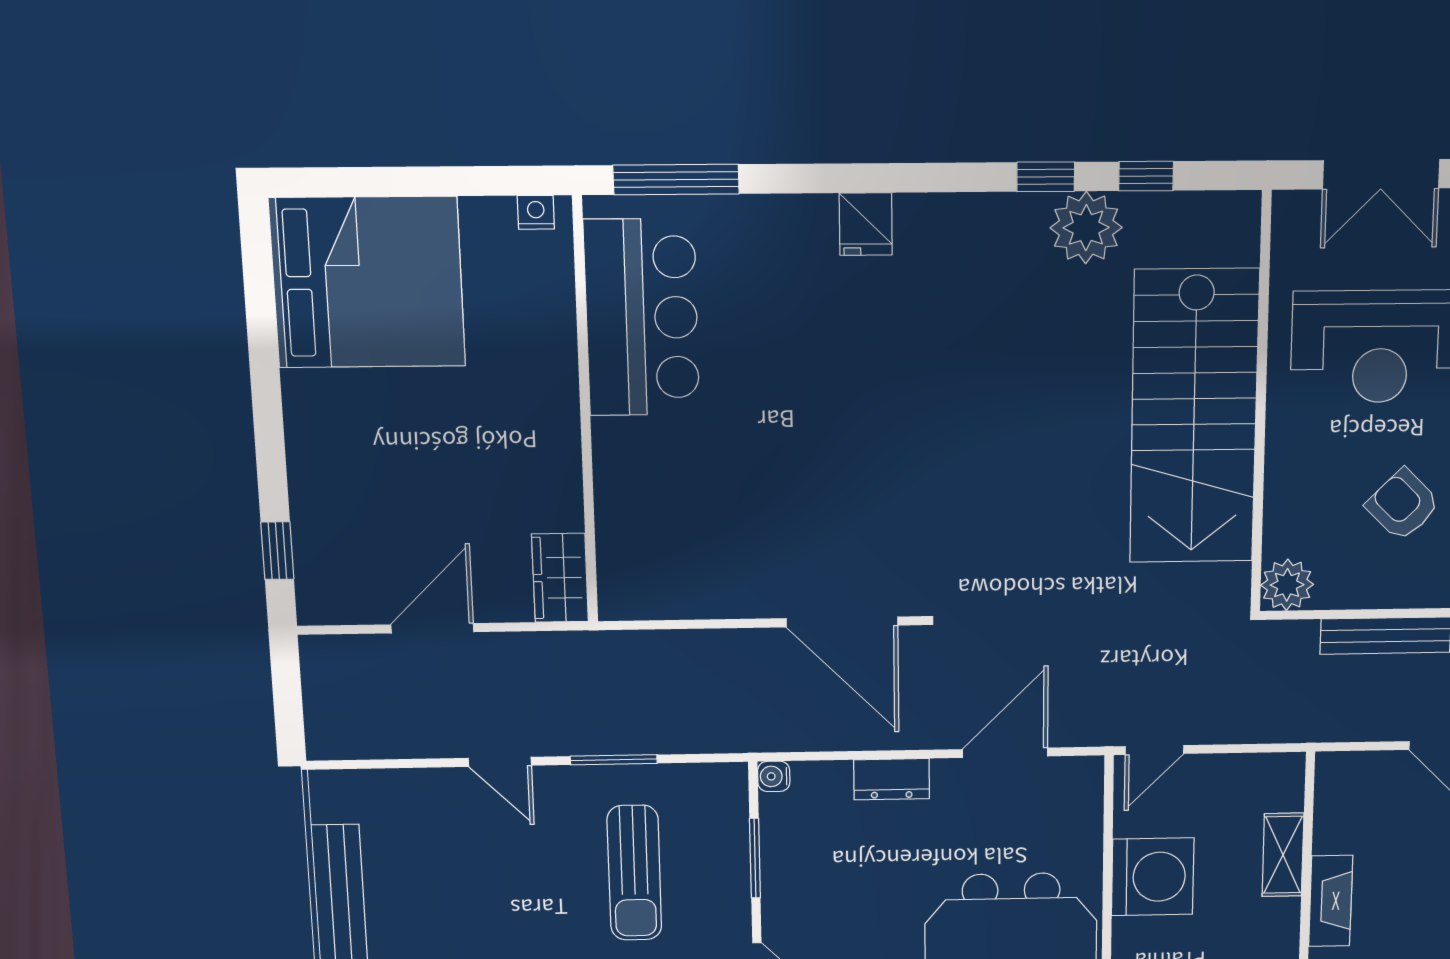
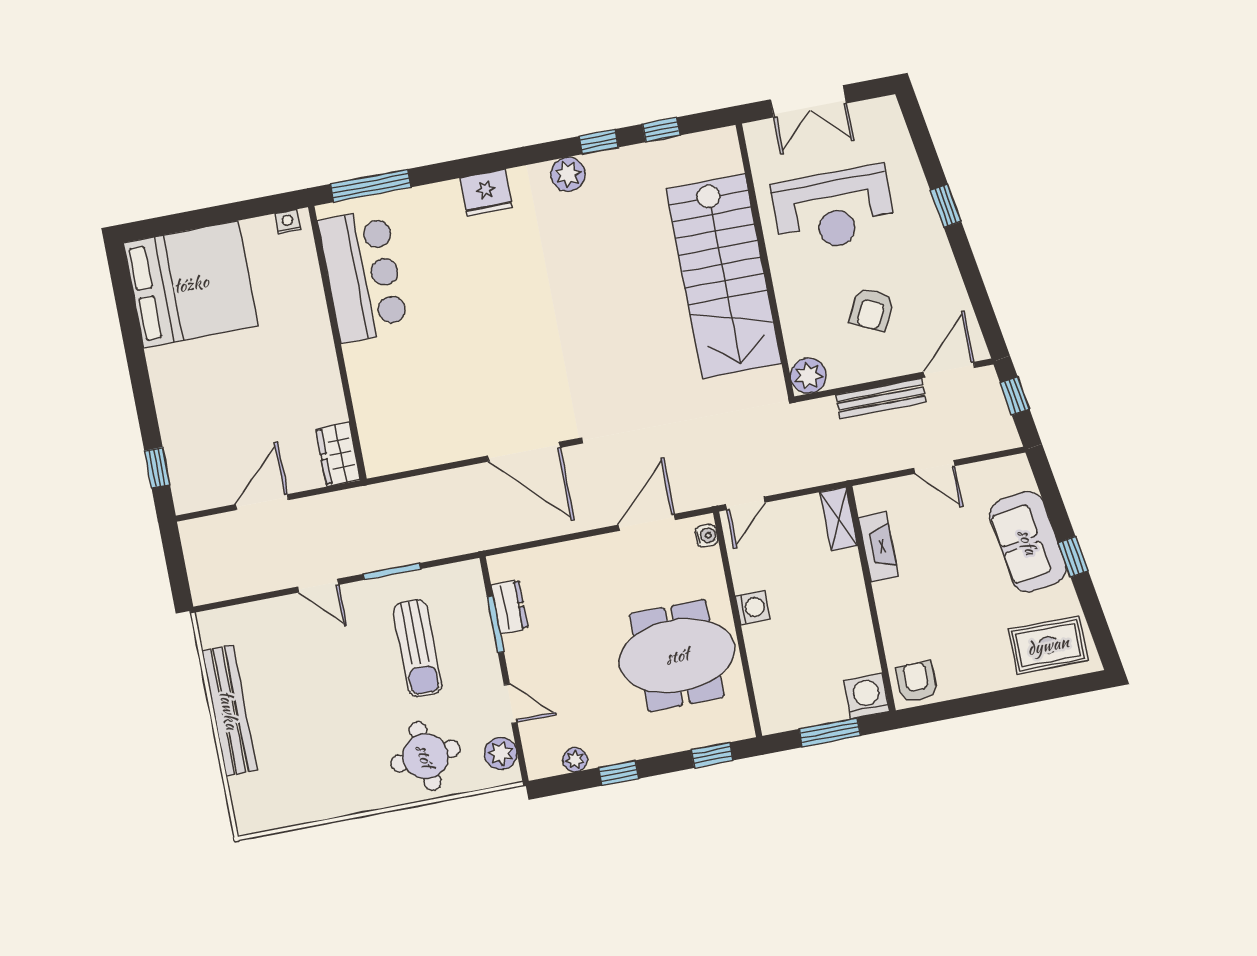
fridge: (866, 224) -> (486, 193), width x1.38
plant: (1086, 228) -> (568, 174), moved, width x0.73, depth x0.73
armchair: (1403, 505) -> (872, 309), turned -109
water cooler: (774, 776) -> (707, 536), moved, turned 180
dresser: (892, 779) -> (510, 607), moved, turned -90
shelving: (1283, 855) -> (839, 519), moved
washing machine: (1153, 877) -> (752, 608), width x0.53, depth x0.53
fireplace: (1331, 901) -> (879, 547), moved

